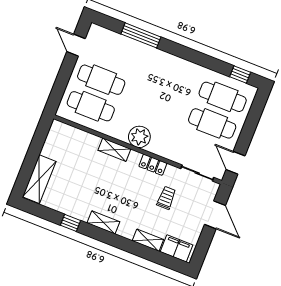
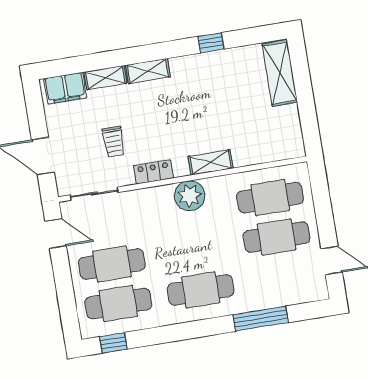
cafe table: (167, 75) -> (201, 290), added
shelving: (103, 222) -> (148, 71), moved

